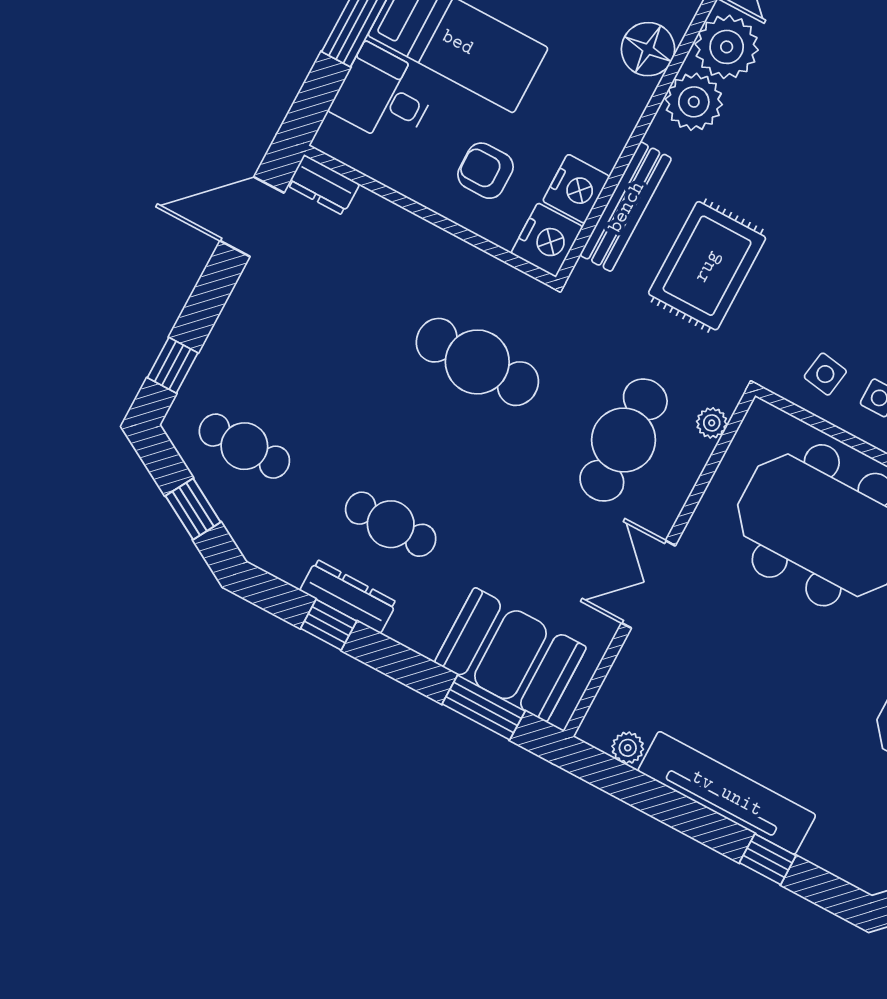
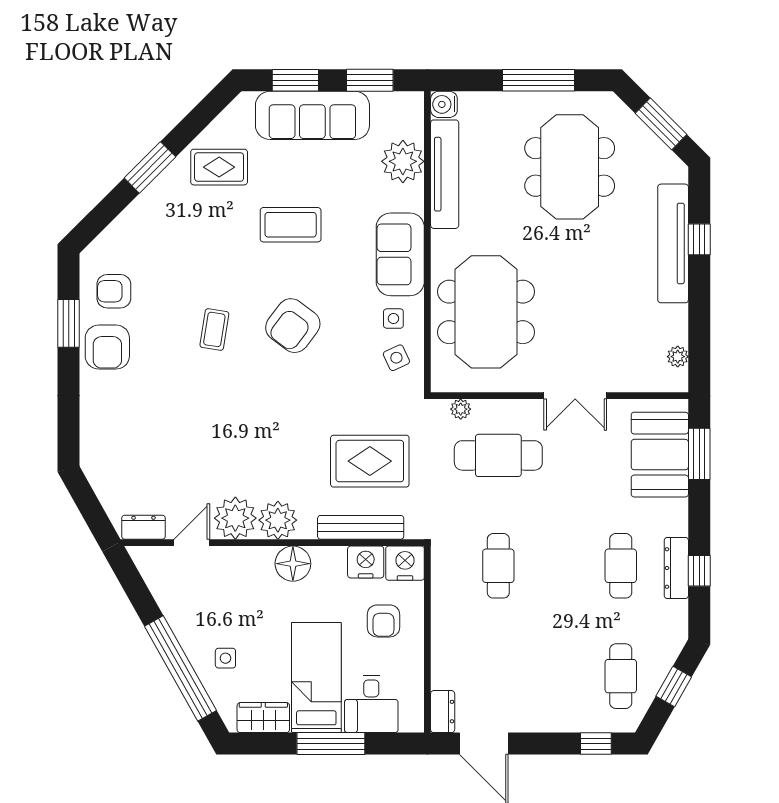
floor lamp: (648, 49) -> (293, 564), moved
cafe table: (477, 362) -> (498, 566), width x0.73, depth x0.74
side table: (825, 374) -> (396, 358), turned -34
tv unit: (727, 793) -> (673, 243), moved

